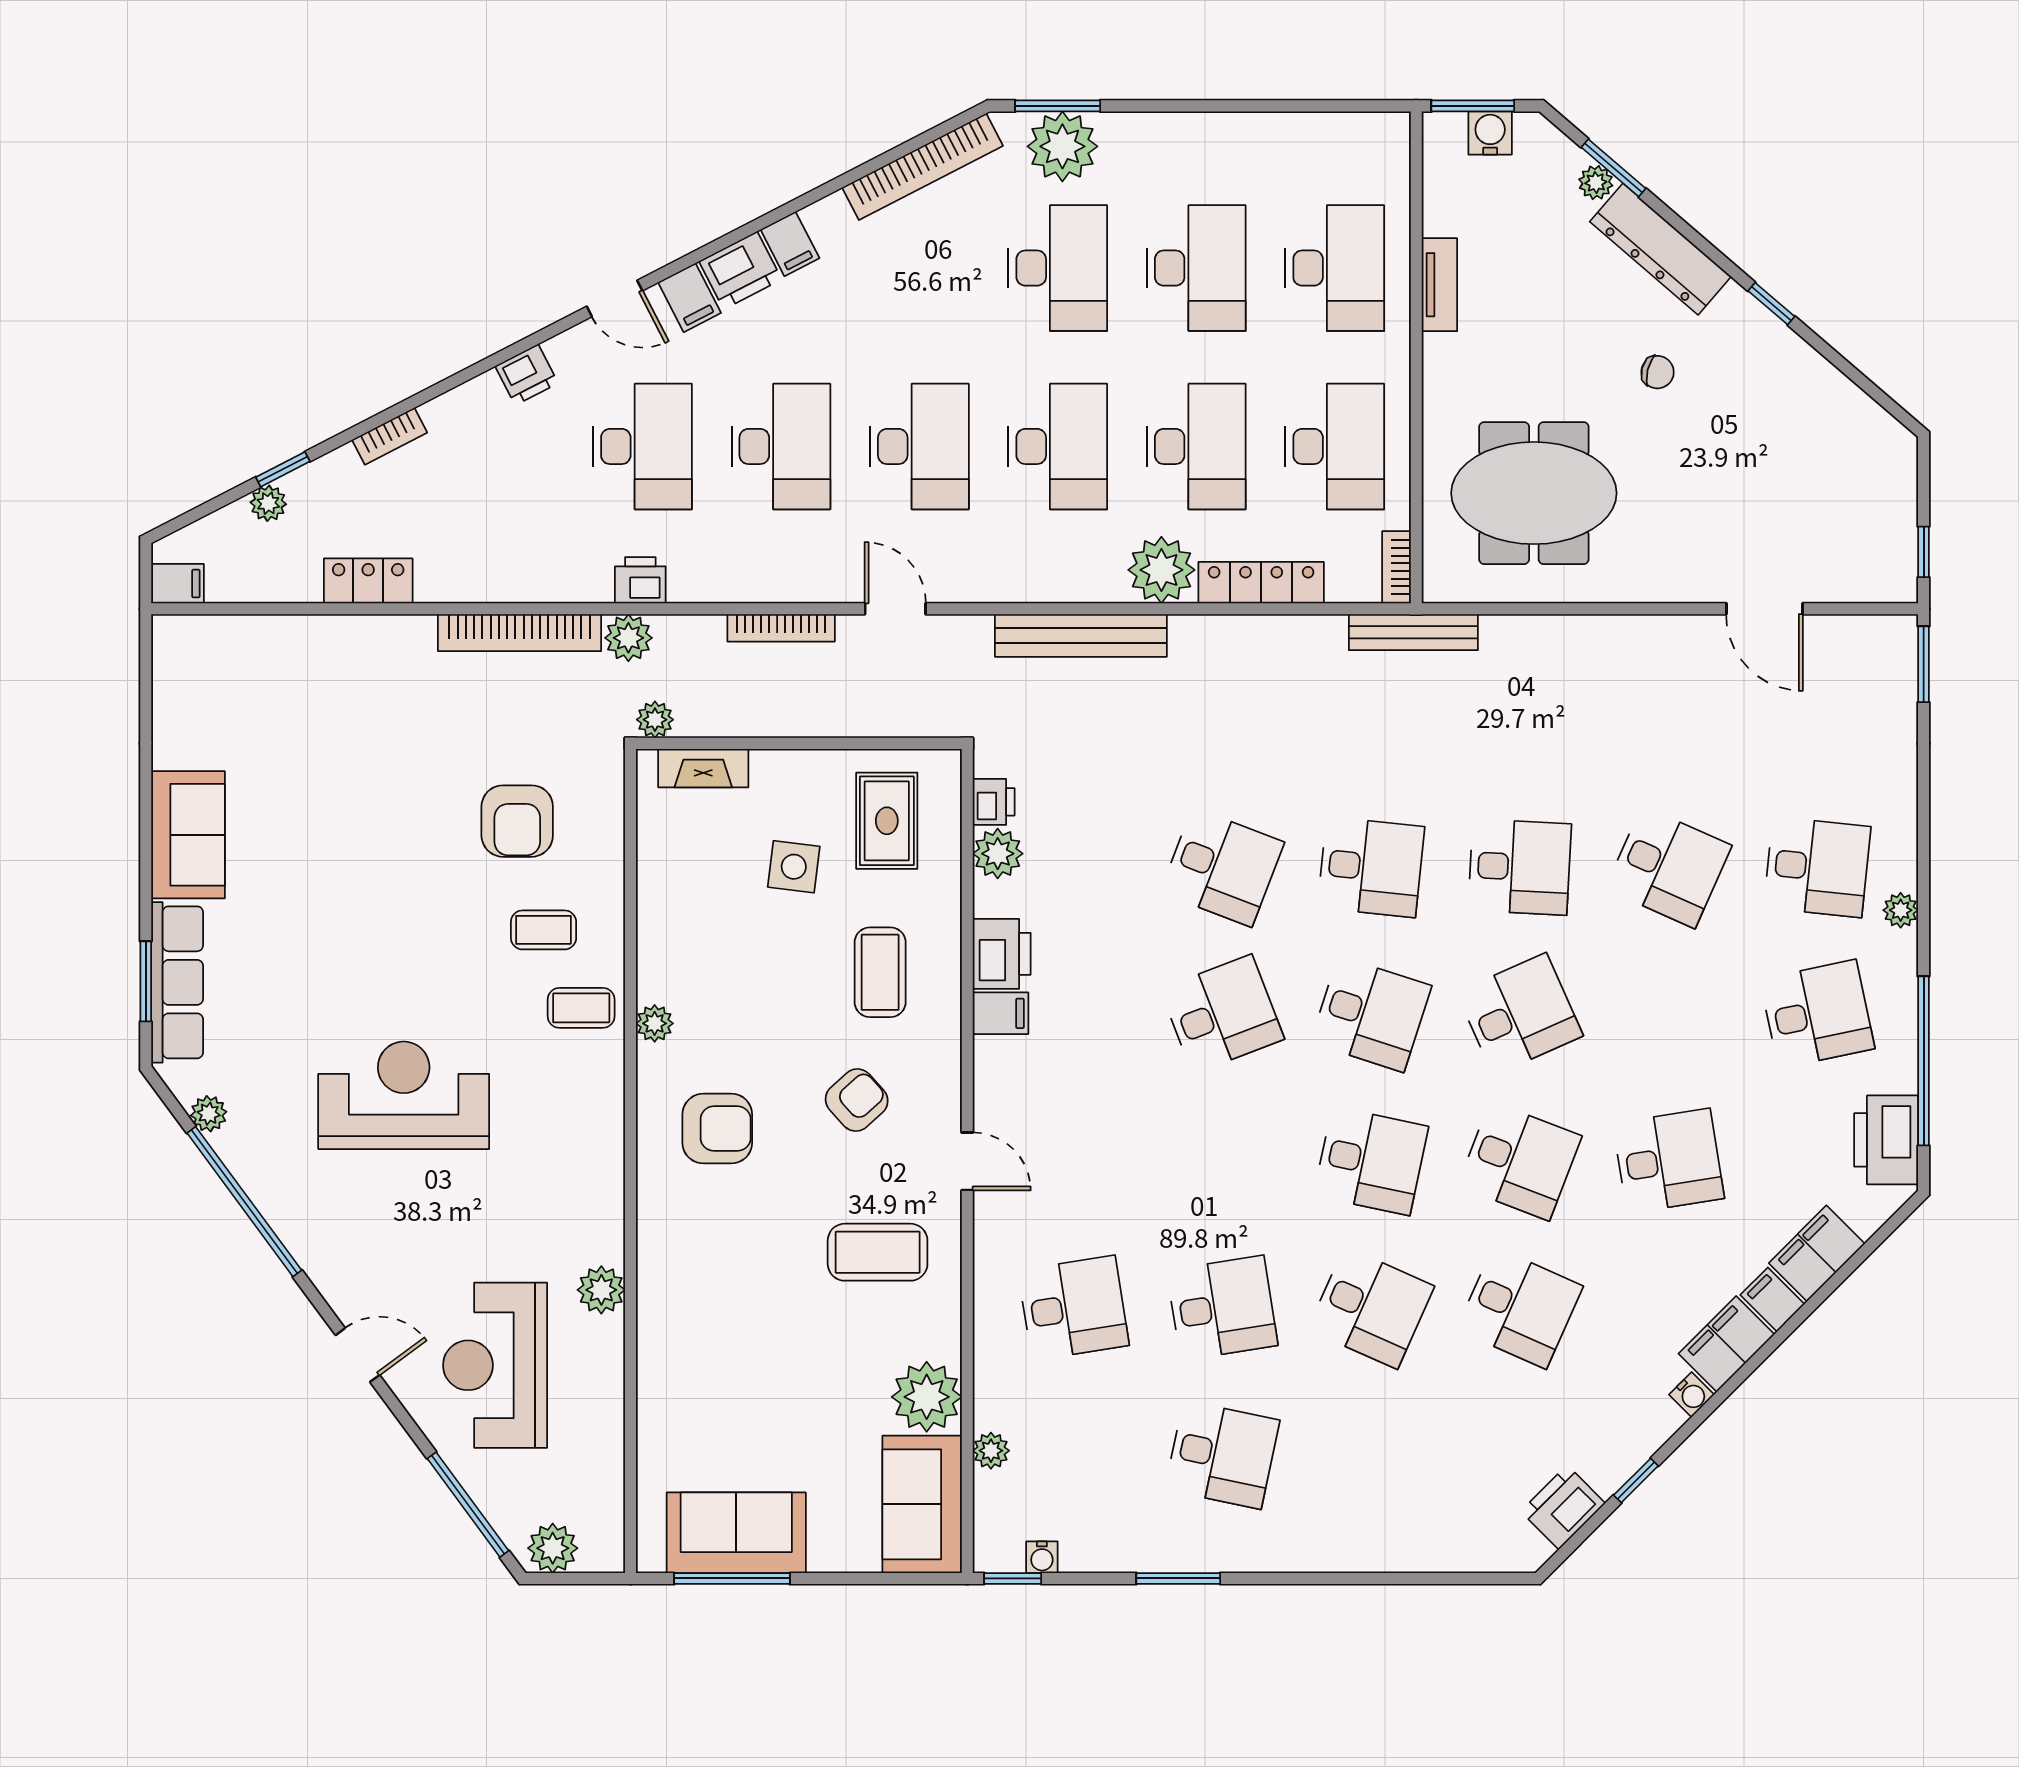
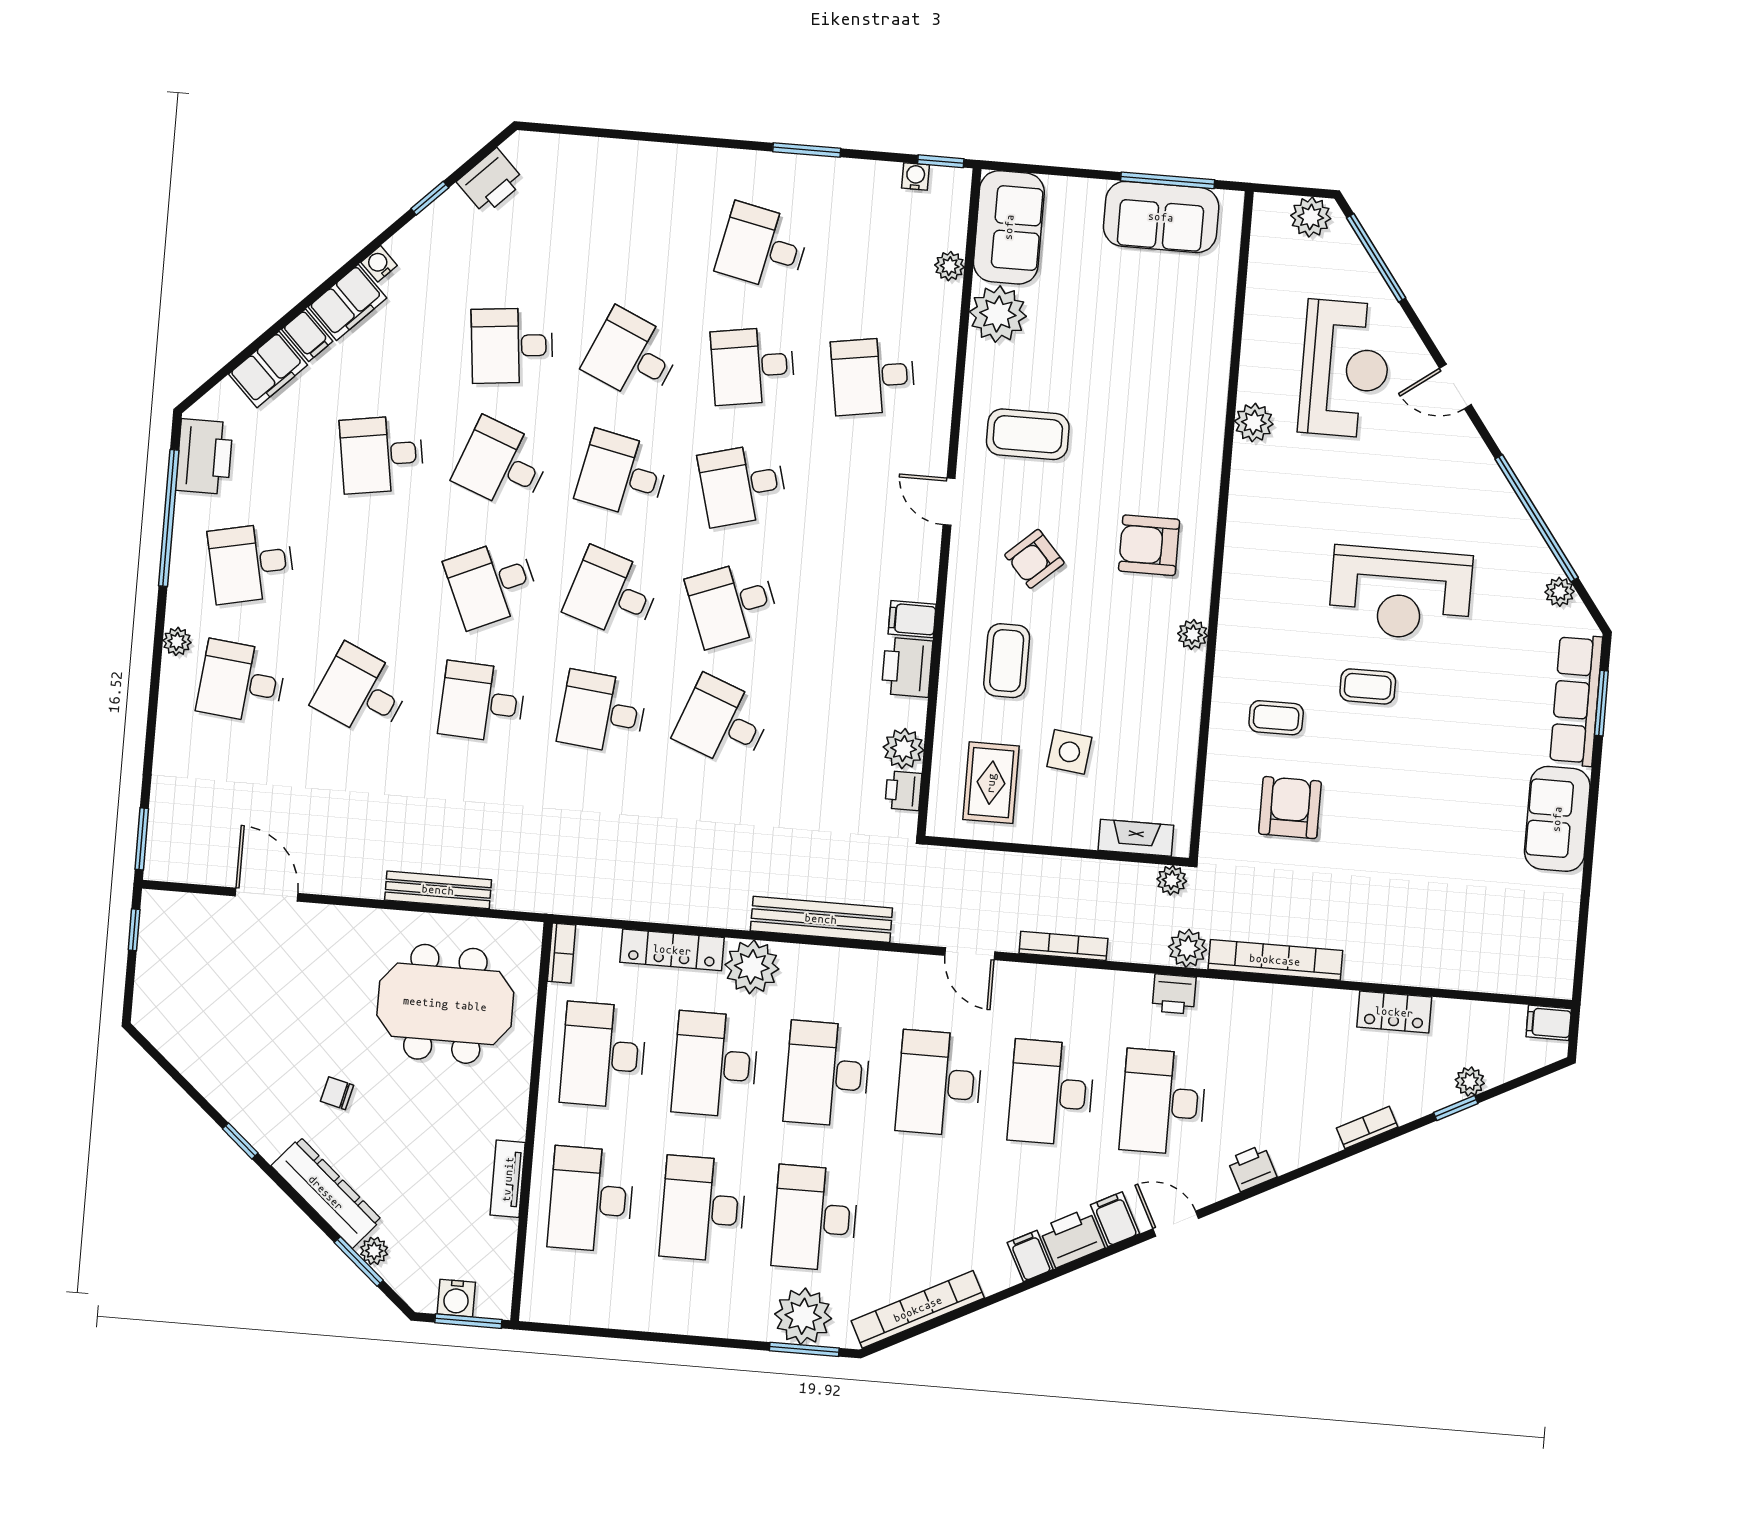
bench: (1413, 632) -> (438, 890), moved
coffee table: (581, 1008) -> (1368, 686), moved
desk: (1222, 1161) -> (743, 485), added
desk: (1520, 1308) -> (512, 346), turned -30

